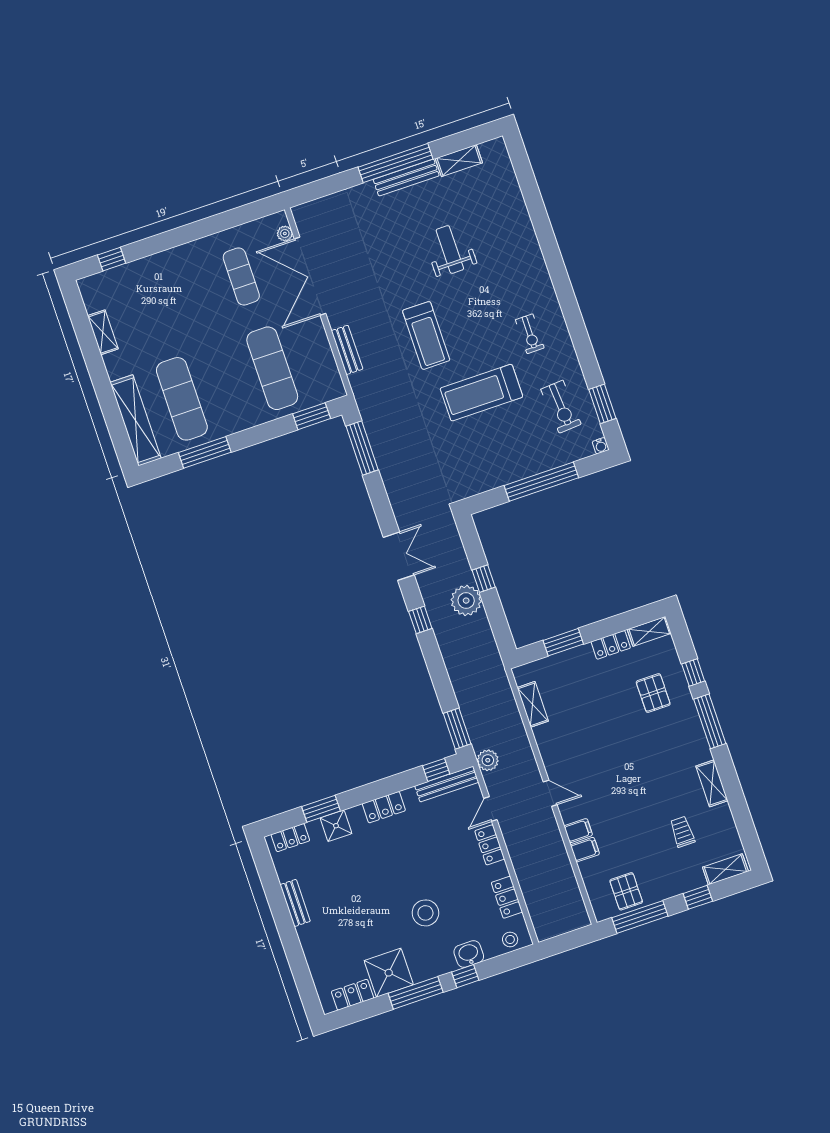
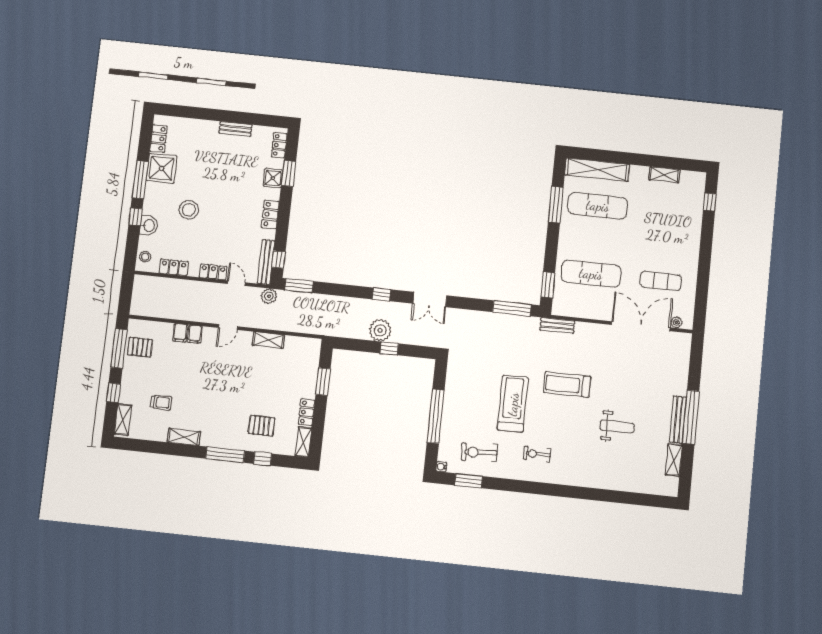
bench: (347, 350) -> (557, 326), moved
shelving: (533, 704) -> (268, 340), moved

